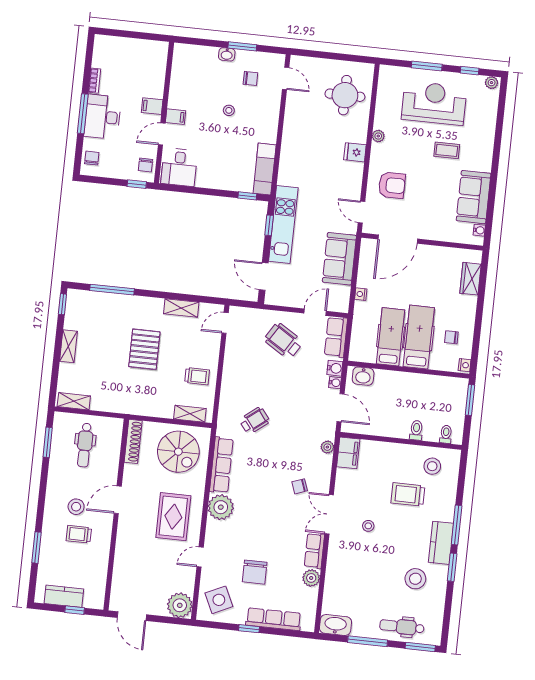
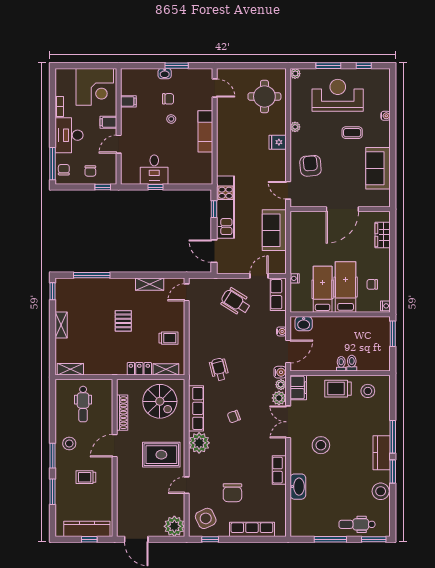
corner desk: (140, 61) -> (95, 87), added
chair: (250, 78) -> (168, 99), moved
plant: (492, 83) -> (295, 74), moved
window: (83, 114) -> (53, 164), moved
filing cabinet: (175, 117) -> (128, 101), moved
chair: (146, 165) -> (90, 171), moved
desk: (179, 167) -> (154, 170), moved
exam couch: (265, 169) -> (205, 131), moved
armchair: (392, 185) -> (310, 166), turned -95
window: (247, 196) -> (156, 187), moved
water cooler: (479, 230) -> (386, 116), moved
door: (398, 239) -> (342, 209), moved
nightstand: (361, 294) -> (295, 278), moved
pallet: (144, 349) -> (123, 321), width x0.67, depth x0.71
water cooler: (335, 368) -> (280, 372), moved
door: (341, 408) -> (288, 351), hinge flipped
locker: (158, 410) -> (139, 369), added
wheelchair: (255, 421) -> (219, 369), turned -66
toilet: (446, 434) -> (341, 364), moved
shoe rack: (133, 441) -> (122, 413), moved
window: (48, 442) -> (53, 456), moved
chair: (300, 486) -> (234, 417), moved
trolley: (408, 494) -> (338, 389), moved
stool: (76, 507) -> (69, 443), moved
double door: (329, 514) -> (288, 422), moved
rug: (173, 517) -> (161, 455), turned 90
stool: (368, 526) -> (321, 445), width x1.89, depth x1.89
plant: (311, 578) -> (279, 398), moved
stool: (415, 579) -> (381, 491), moved
kitchen counter: (64, 596) -> (87, 529), width x1.50
washbasin: (335, 625) -> (298, 487), moved, turned 90
window: (249, 629) -> (210, 539), moved

